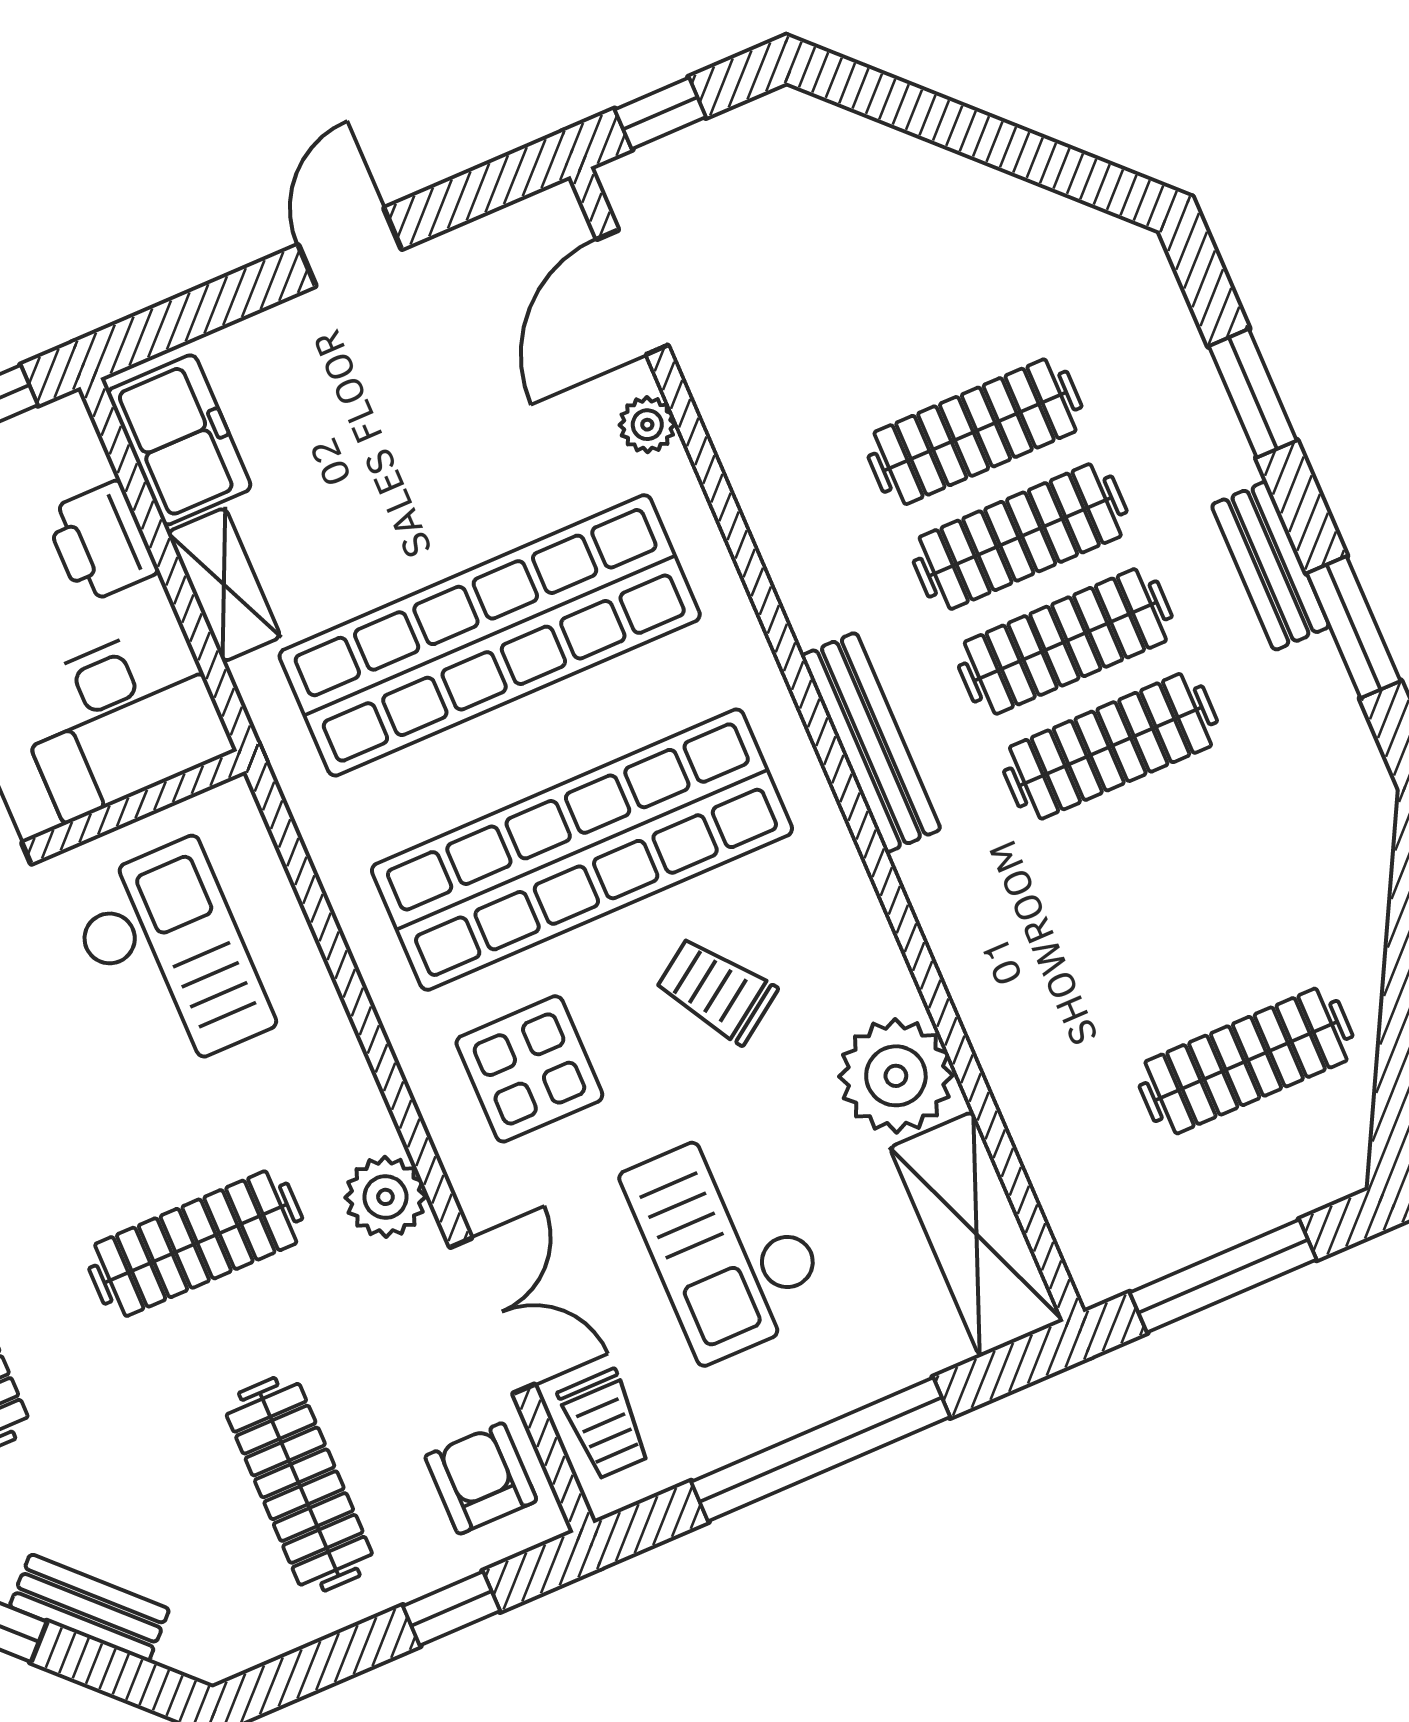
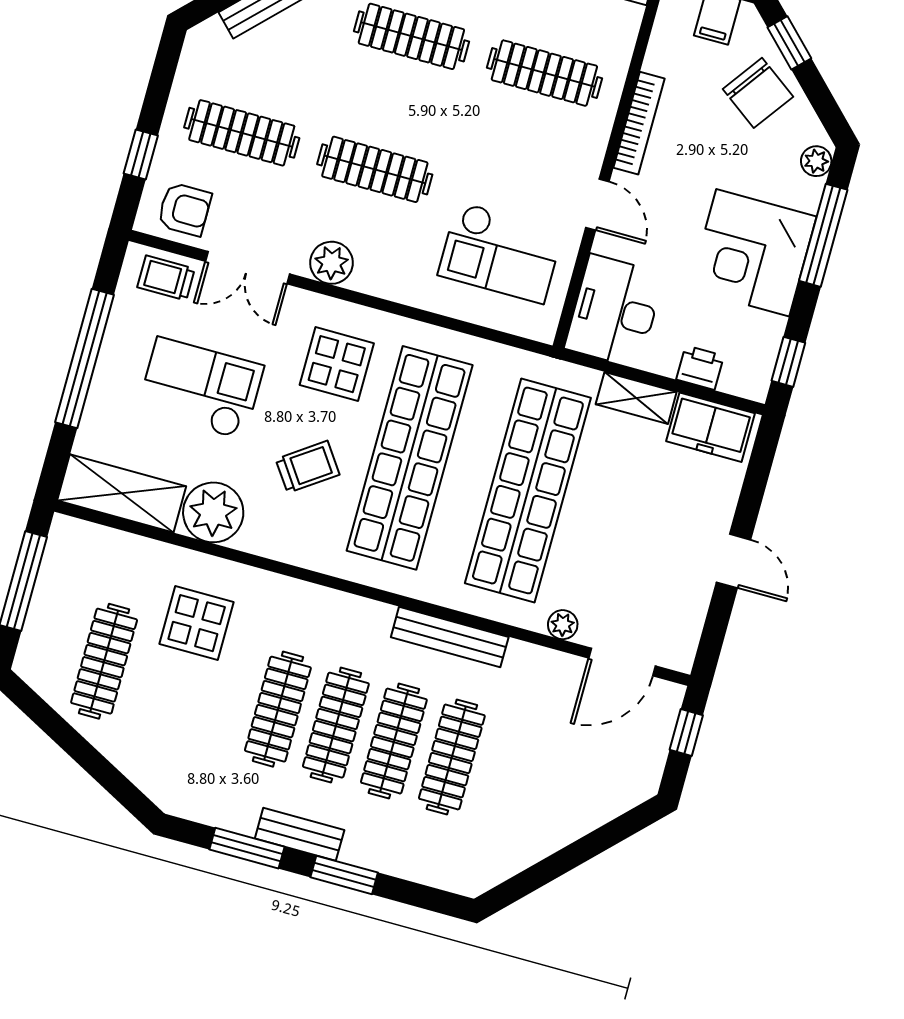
door: (632, 292) -> (622, 662), swing flipped
window: (1253, 393) -> (344, 875), moved
printer: (101, 542) -> (700, 368), width x0.73, depth x0.81
bench: (871, 743) -> (450, 637), moved
display table: (1080, 969) -> (197, 623), added
clothes rail: (196, 1244) -> (375, 169), turned 90

